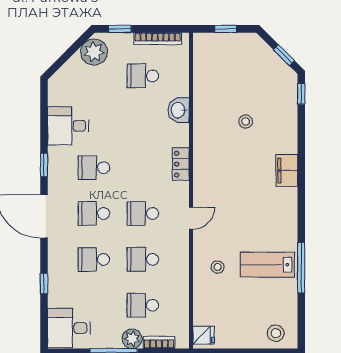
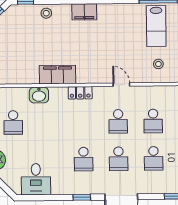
stool: (246, 122) -> (46, 13), moved
desk: (68, 126) -> (36, 179), moved
filing cabinet: (205, 135) -> (57, 75), added

